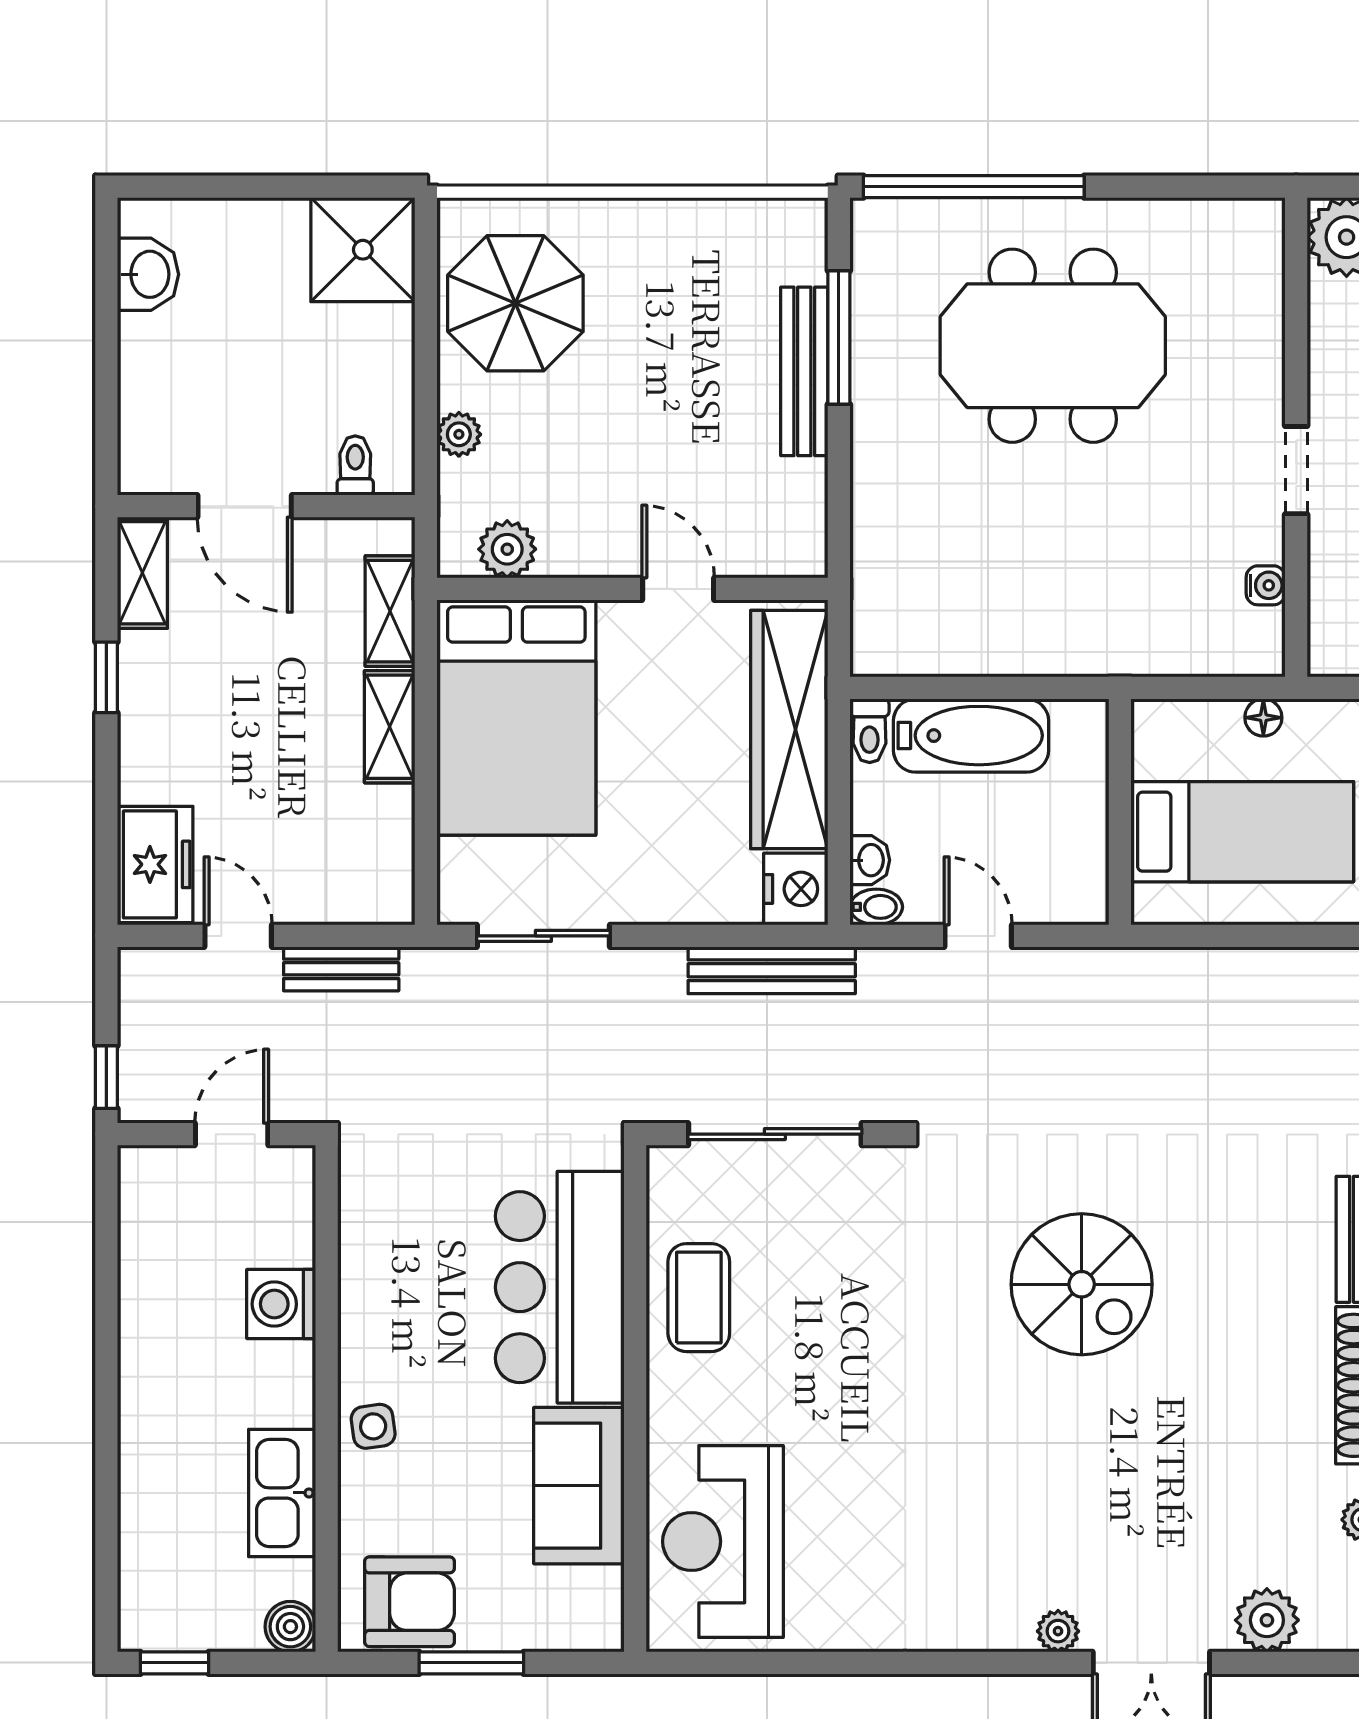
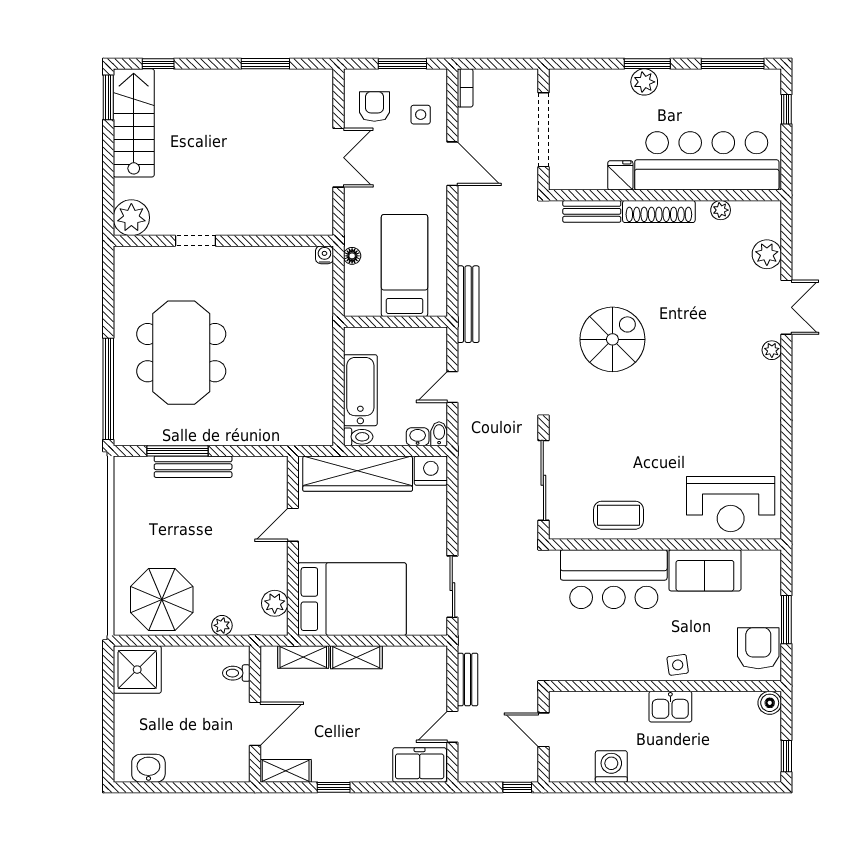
doorway: (1296, 470) -> (195, 241), moved
water cooler: (1266, 585) -> (324, 255), moved
bench: (772, 970) -> (468, 304), moved
washing machine: (281, 1304) -> (611, 766), moved, turned 180
kitchen sink: (282, 1493) -> (670, 707), moved, width x0.73

